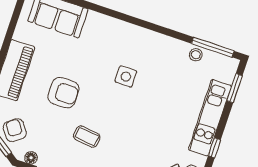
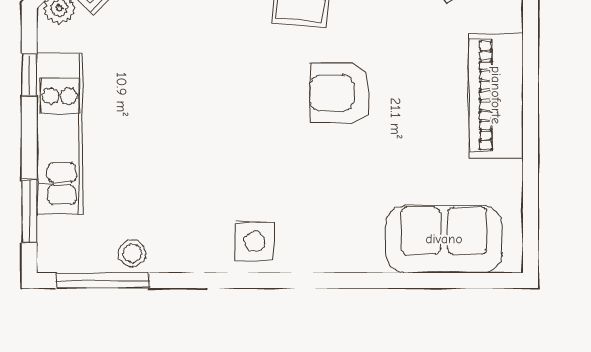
side table: (126, 77) -> (255, 242), moved
armchair: (63, 93) -> (340, 93), moved

